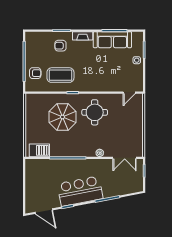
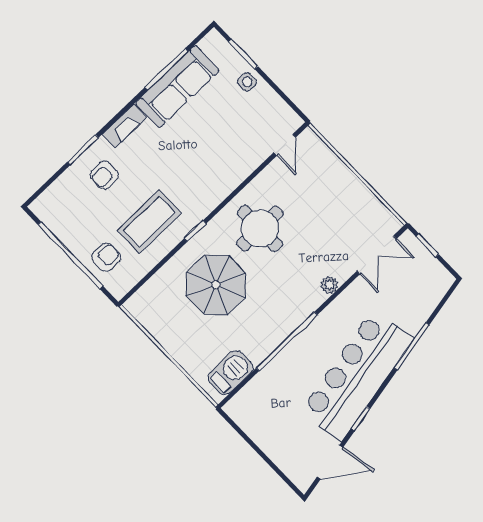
bar counter: (80, 191) -> (357, 375), width x1.36

